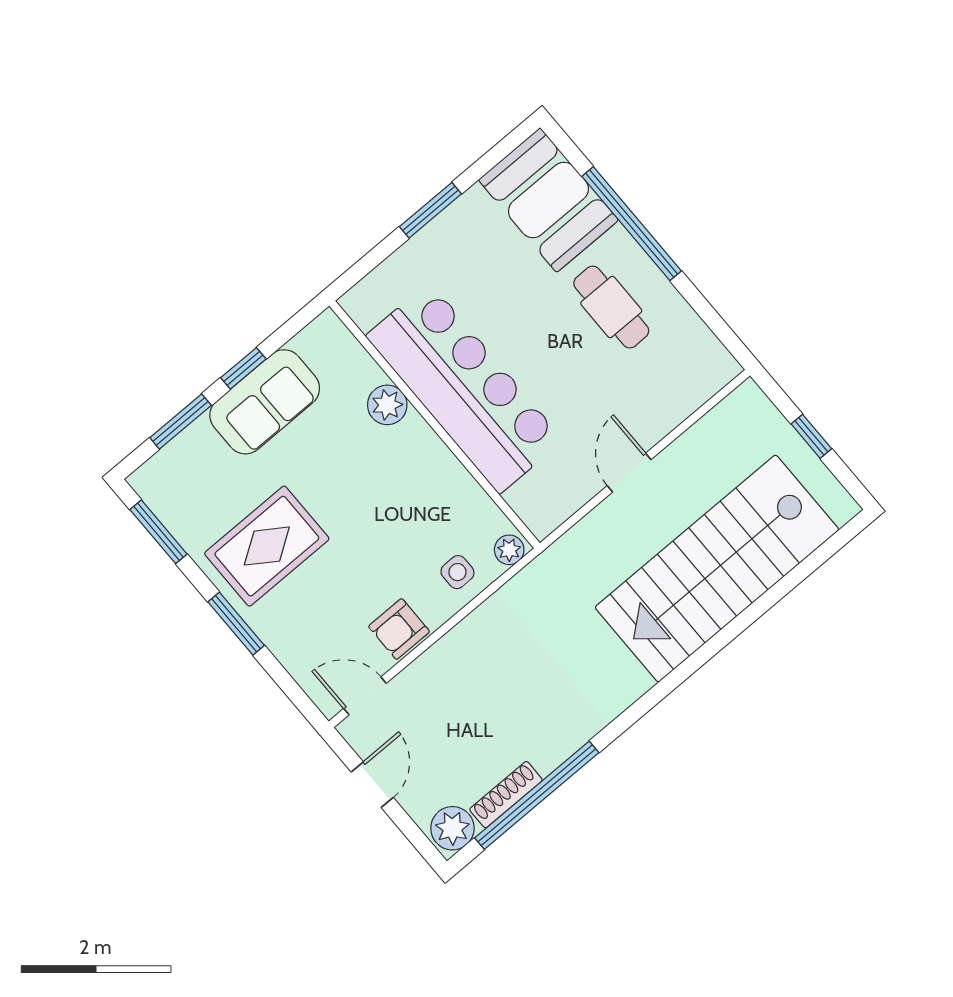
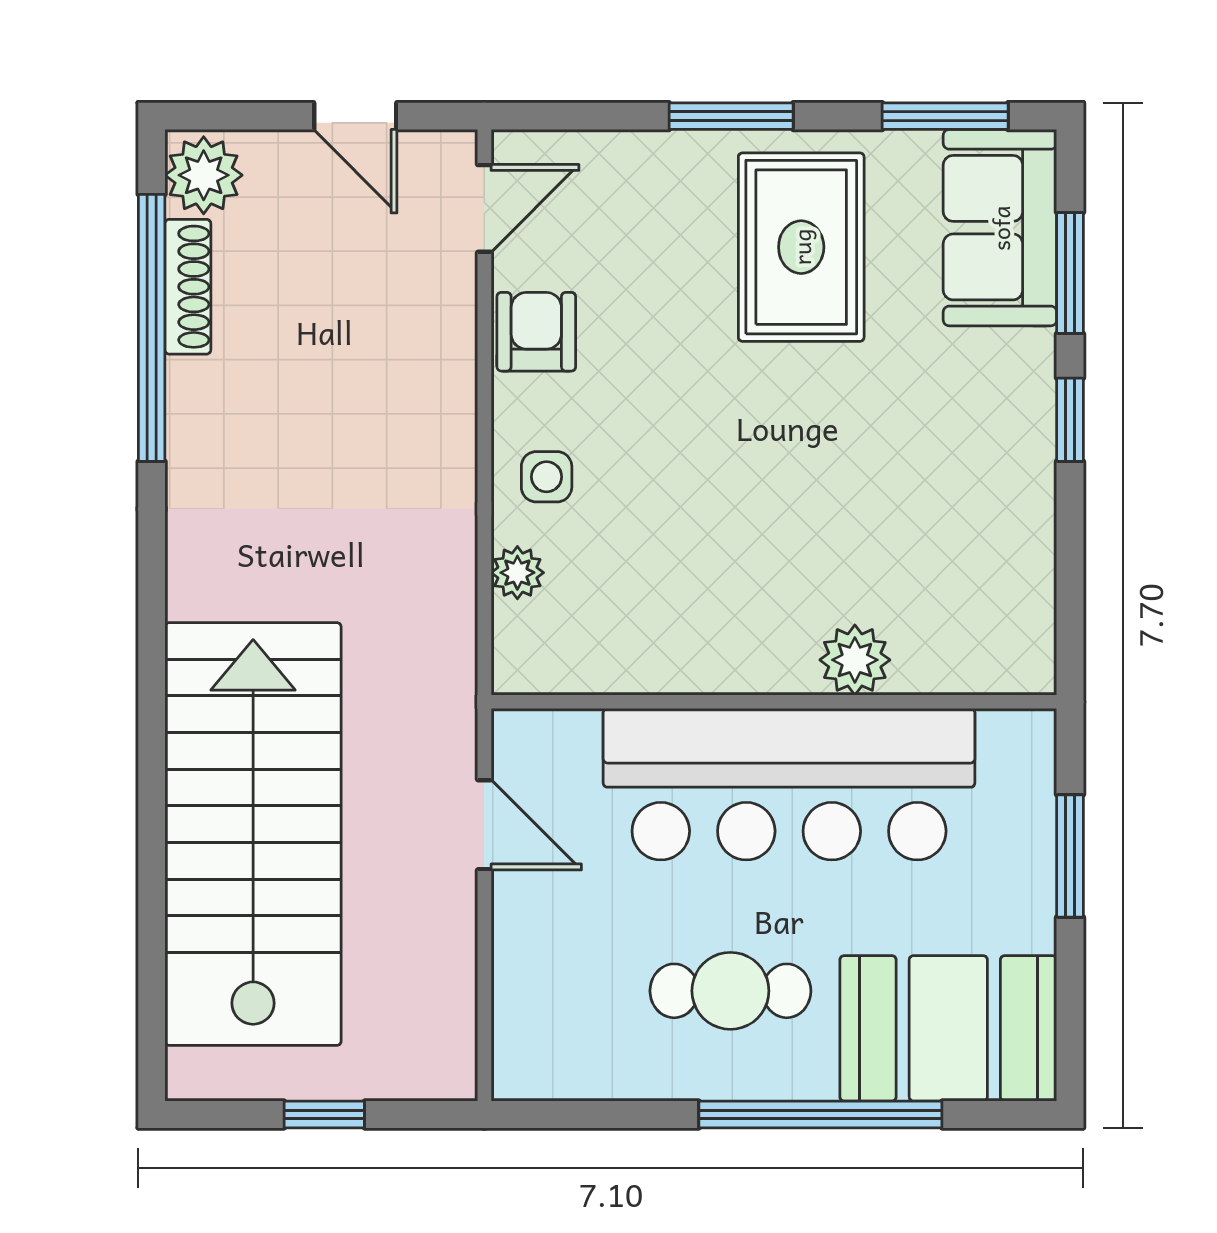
bar counter: (464, 388) -> (789, 784), moved
sofa: (265, 402) -> (1000, 228), moved
plant: (387, 405) -> (855, 660), moved
wall: (435, 424) -> (774, 702), moved

